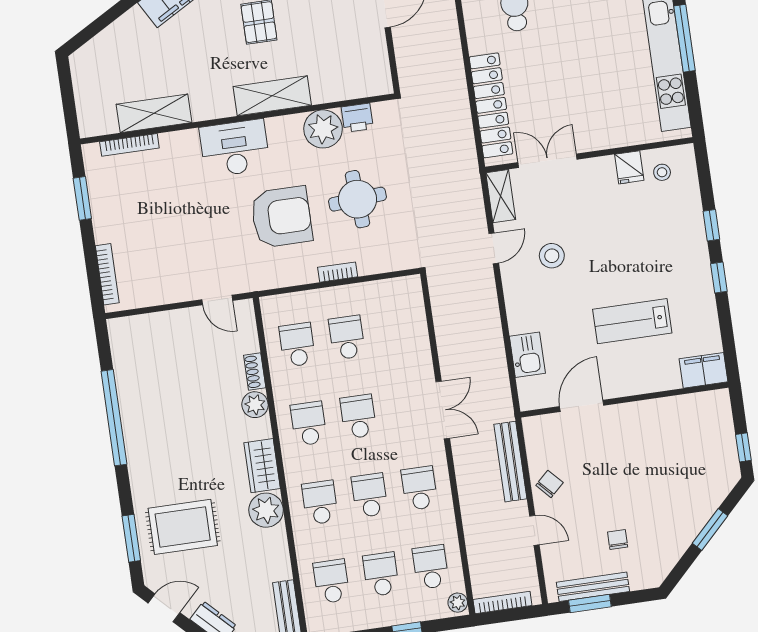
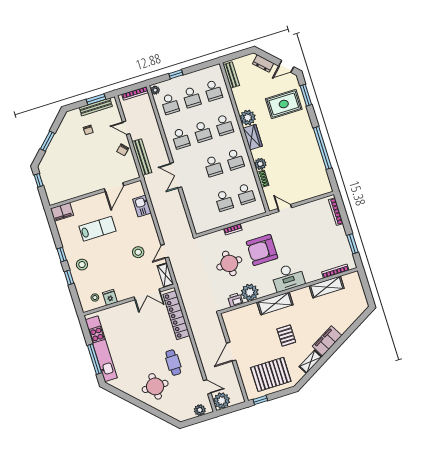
stool: (679, 249) -> (82, 265), added

